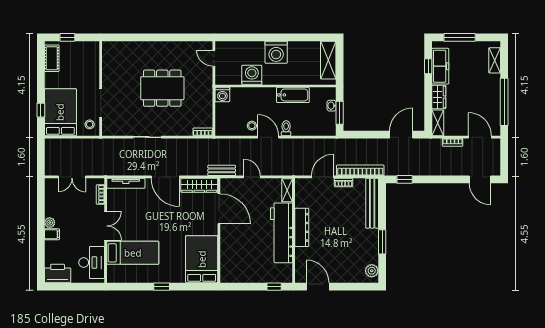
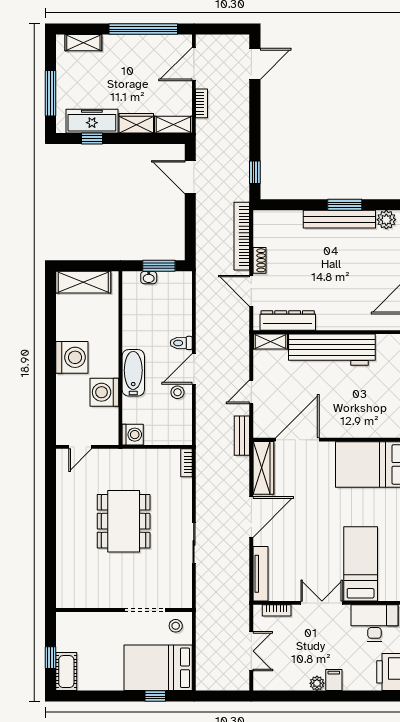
cot: (52, 58) -> (66, 672), moved, turned 90
bathtub: (293, 95) -> (133, 373), moved
bench: (372, 203) -> (339, 219), moved
dresser: (302, 227) -> (288, 320), moved

